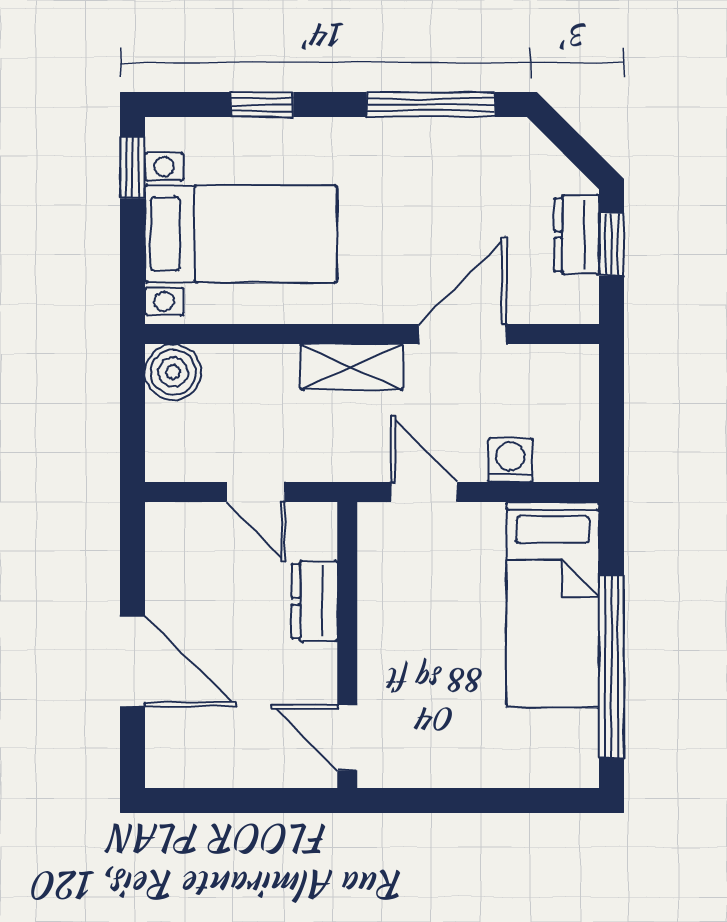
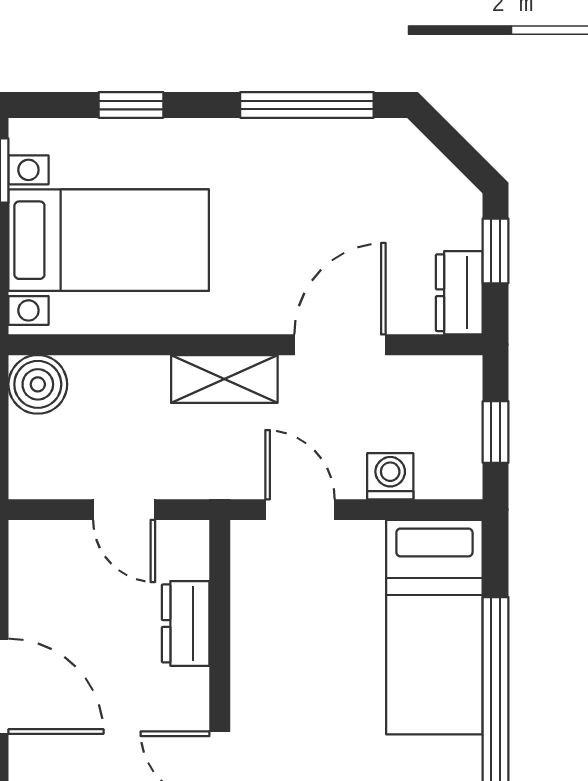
dresser: (577, 235) -> (459, 293), moved
window: (611, 418) -> (496, 432), added

